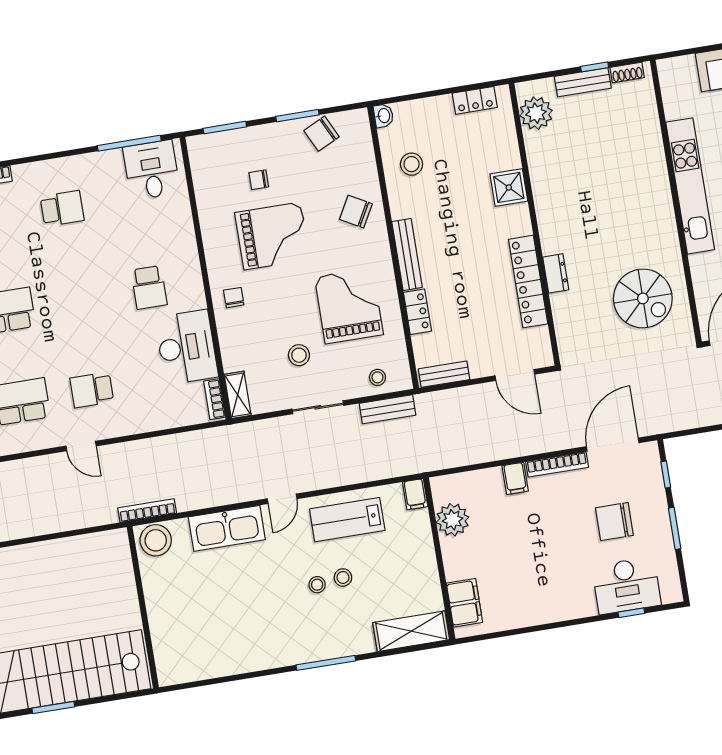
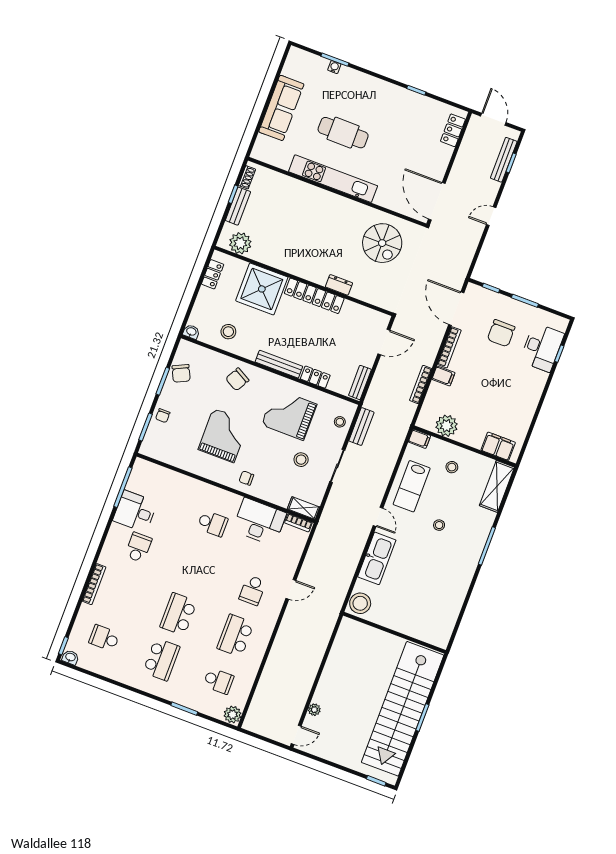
desk: (151, 170) -> (135, 511), moved
chair: (259, 180) -> (163, 416), moved
shower: (509, 187) -> (262, 289), width x1.86, depth x1.86
locker: (528, 282) -> (314, 296), moved
spiral stairs: (643, 298) -> (382, 243), turned 90
door: (81, 446) -> (291, 589), moved
bookcase: (147, 511) -> (421, 384), moved
stool: (343, 577) -> (452, 467), moved

